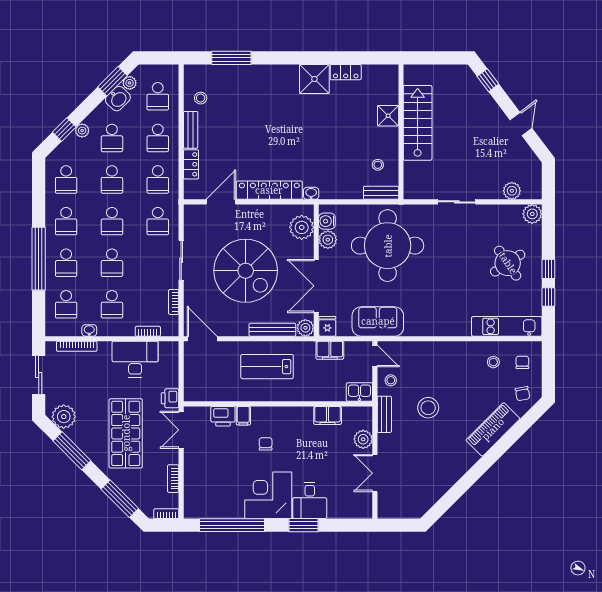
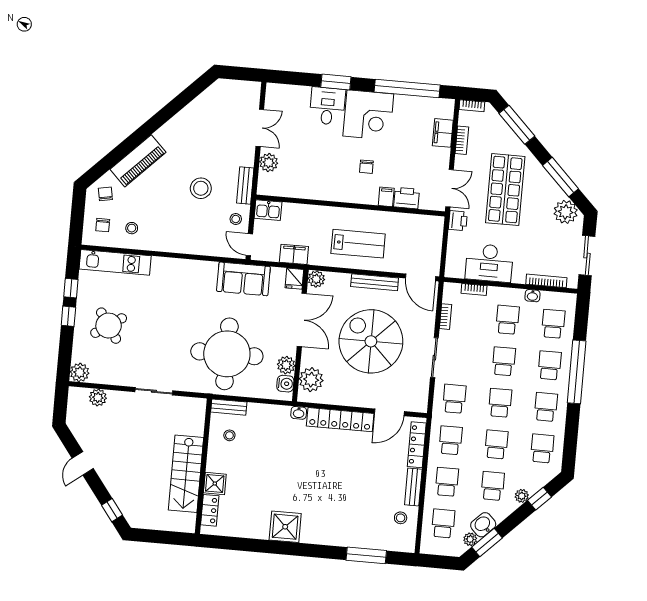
locker: (346, 72) -> (210, 510), moved, turned 90
locker: (191, 164) -> (417, 445), width x1.53
bench: (272, 330) -> (375, 282), moved
filing cabinet: (328, 415) -> (443, 133), moved, turned -90

